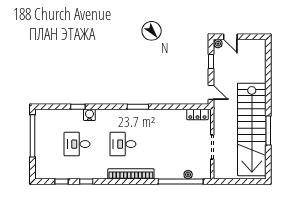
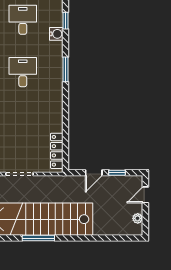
plant: (218, 44) -> (138, 218), moved
door: (211, 92) -> (94, 173), moved
window: (138, 107) -> (65, 69), moved
locker: (197, 114) -> (57, 151), width x1.53

